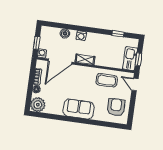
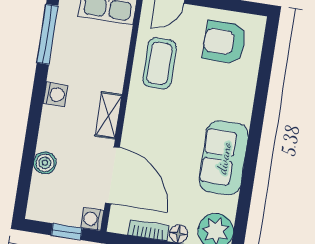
window: (118, 34) -> (47, 34), width x2.17
washing machine: (81, 36) -> (55, 94), moved
sofa: (79, 109) -> (224, 158), moved

